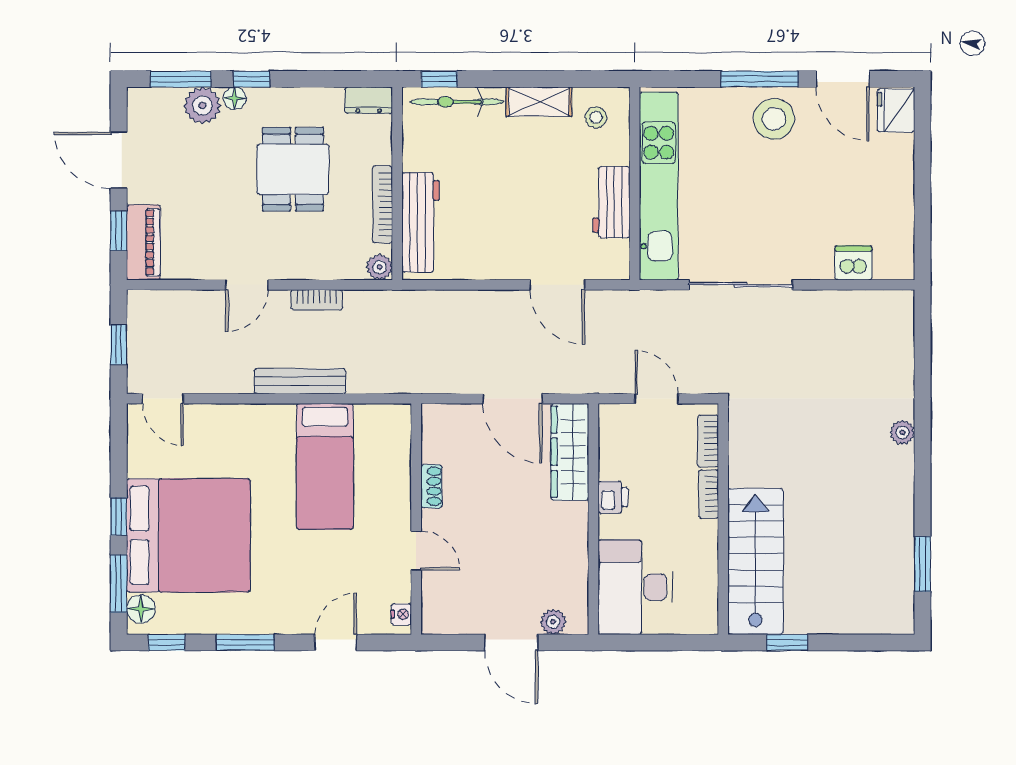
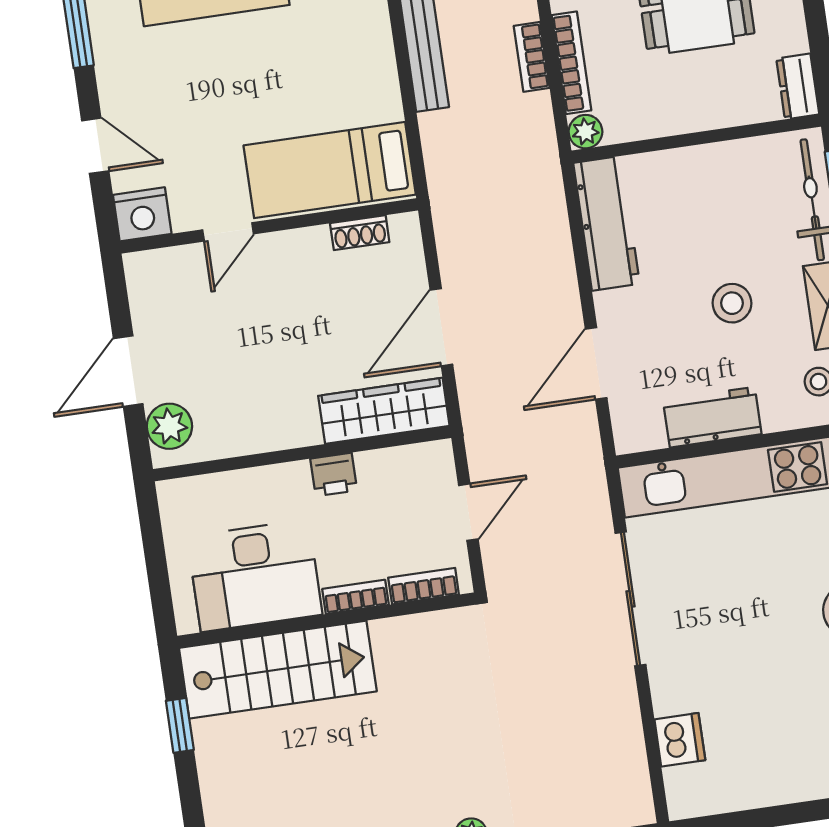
stool: (527, 175) -> (732, 303), added
bookcase: (383, 205) -> (571, 63), moved, turned 90
workbench: (421, 222) -> (606, 223), moved, turned -90
bed: (325, 466) -> (330, 170), moved
shoe rack: (431, 486) -> (360, 233), moved
desk: (635, 587) -> (255, 576), moved, turned 180
nightstand: (401, 614) -> (142, 214), width x1.89, depth x1.79
plant: (553, 622) -> (169, 426), width x1.38, depth x1.38

